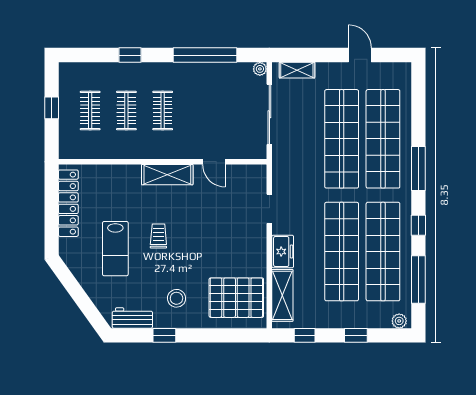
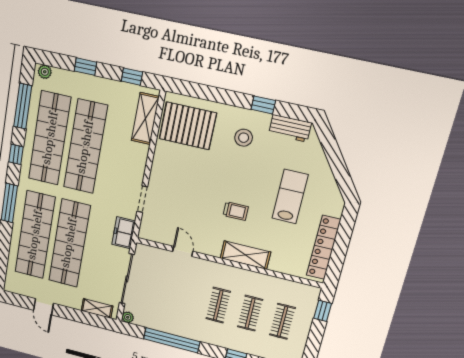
window: (52, 108) -> (323, 311), moved
shelving: (167, 175) -> (245, 255), moved
trolley: (158, 236) -> (236, 211), moved, turned -90
freezer: (283, 252) -> (124, 233), moved

